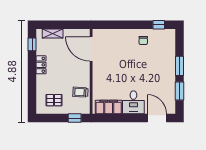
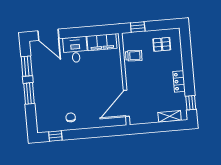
door: (91, 49) -> (126, 103), swing flipped

